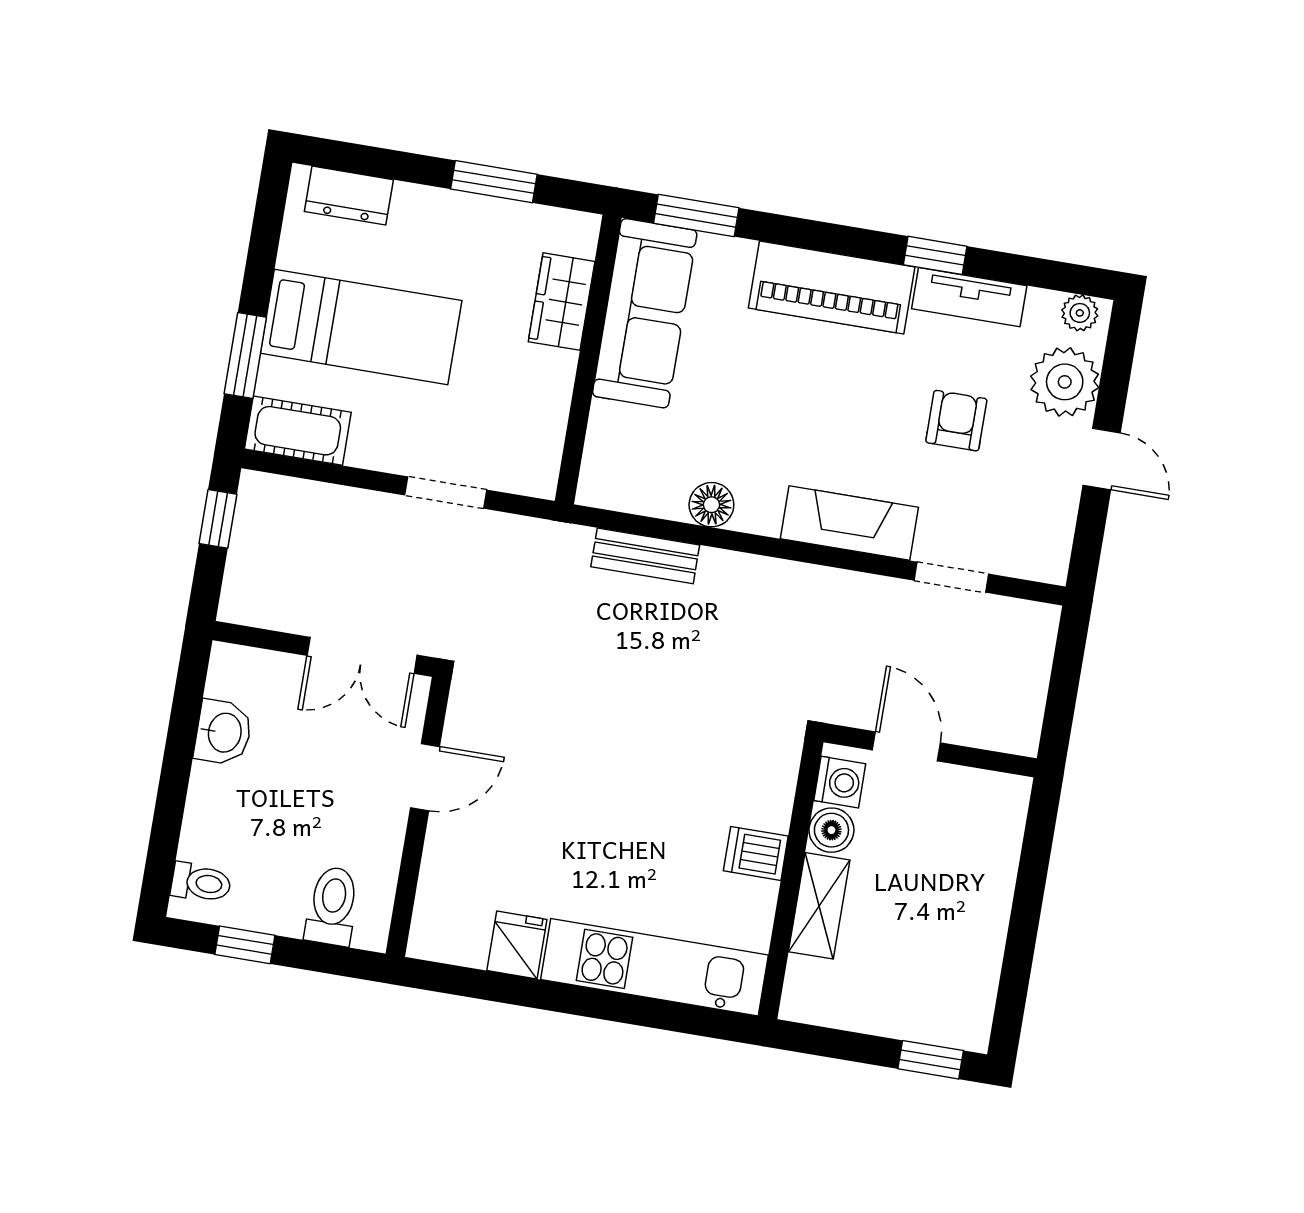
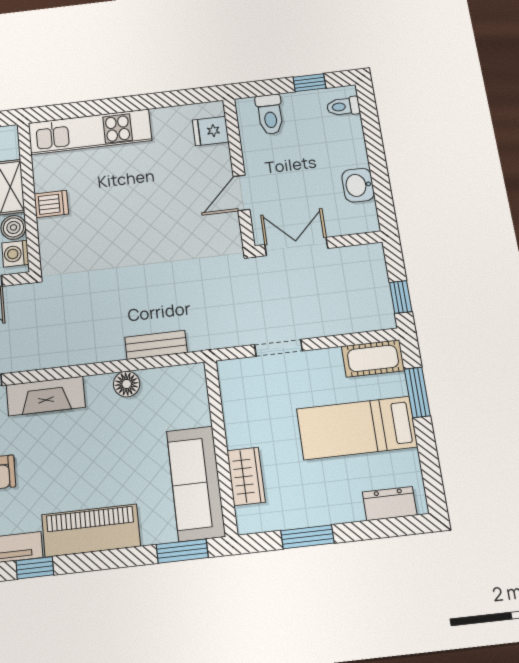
fridge: (517, 945) -> (211, 131), moved, turned 90

